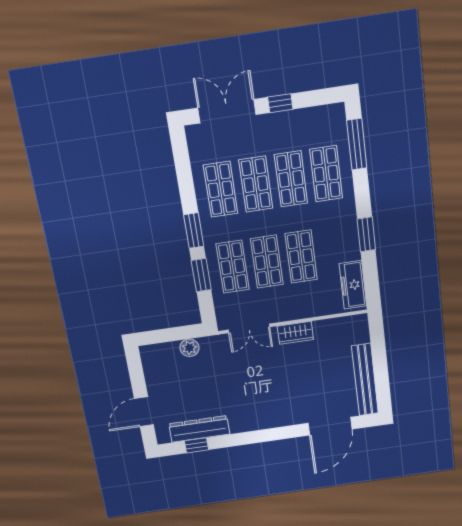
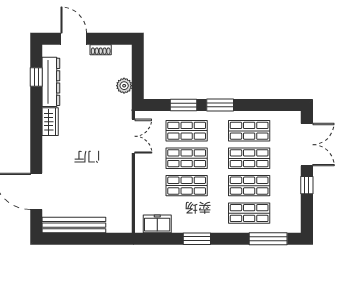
freezer: (353, 285) -> (157, 224), width x0.71
double door: (249, 328) -> (133, 136), swing flipped
wardrobe: (295, 333) -> (50, 122), moved, turned 180
shoe rack: (151, 380) -> (101, 50), added

